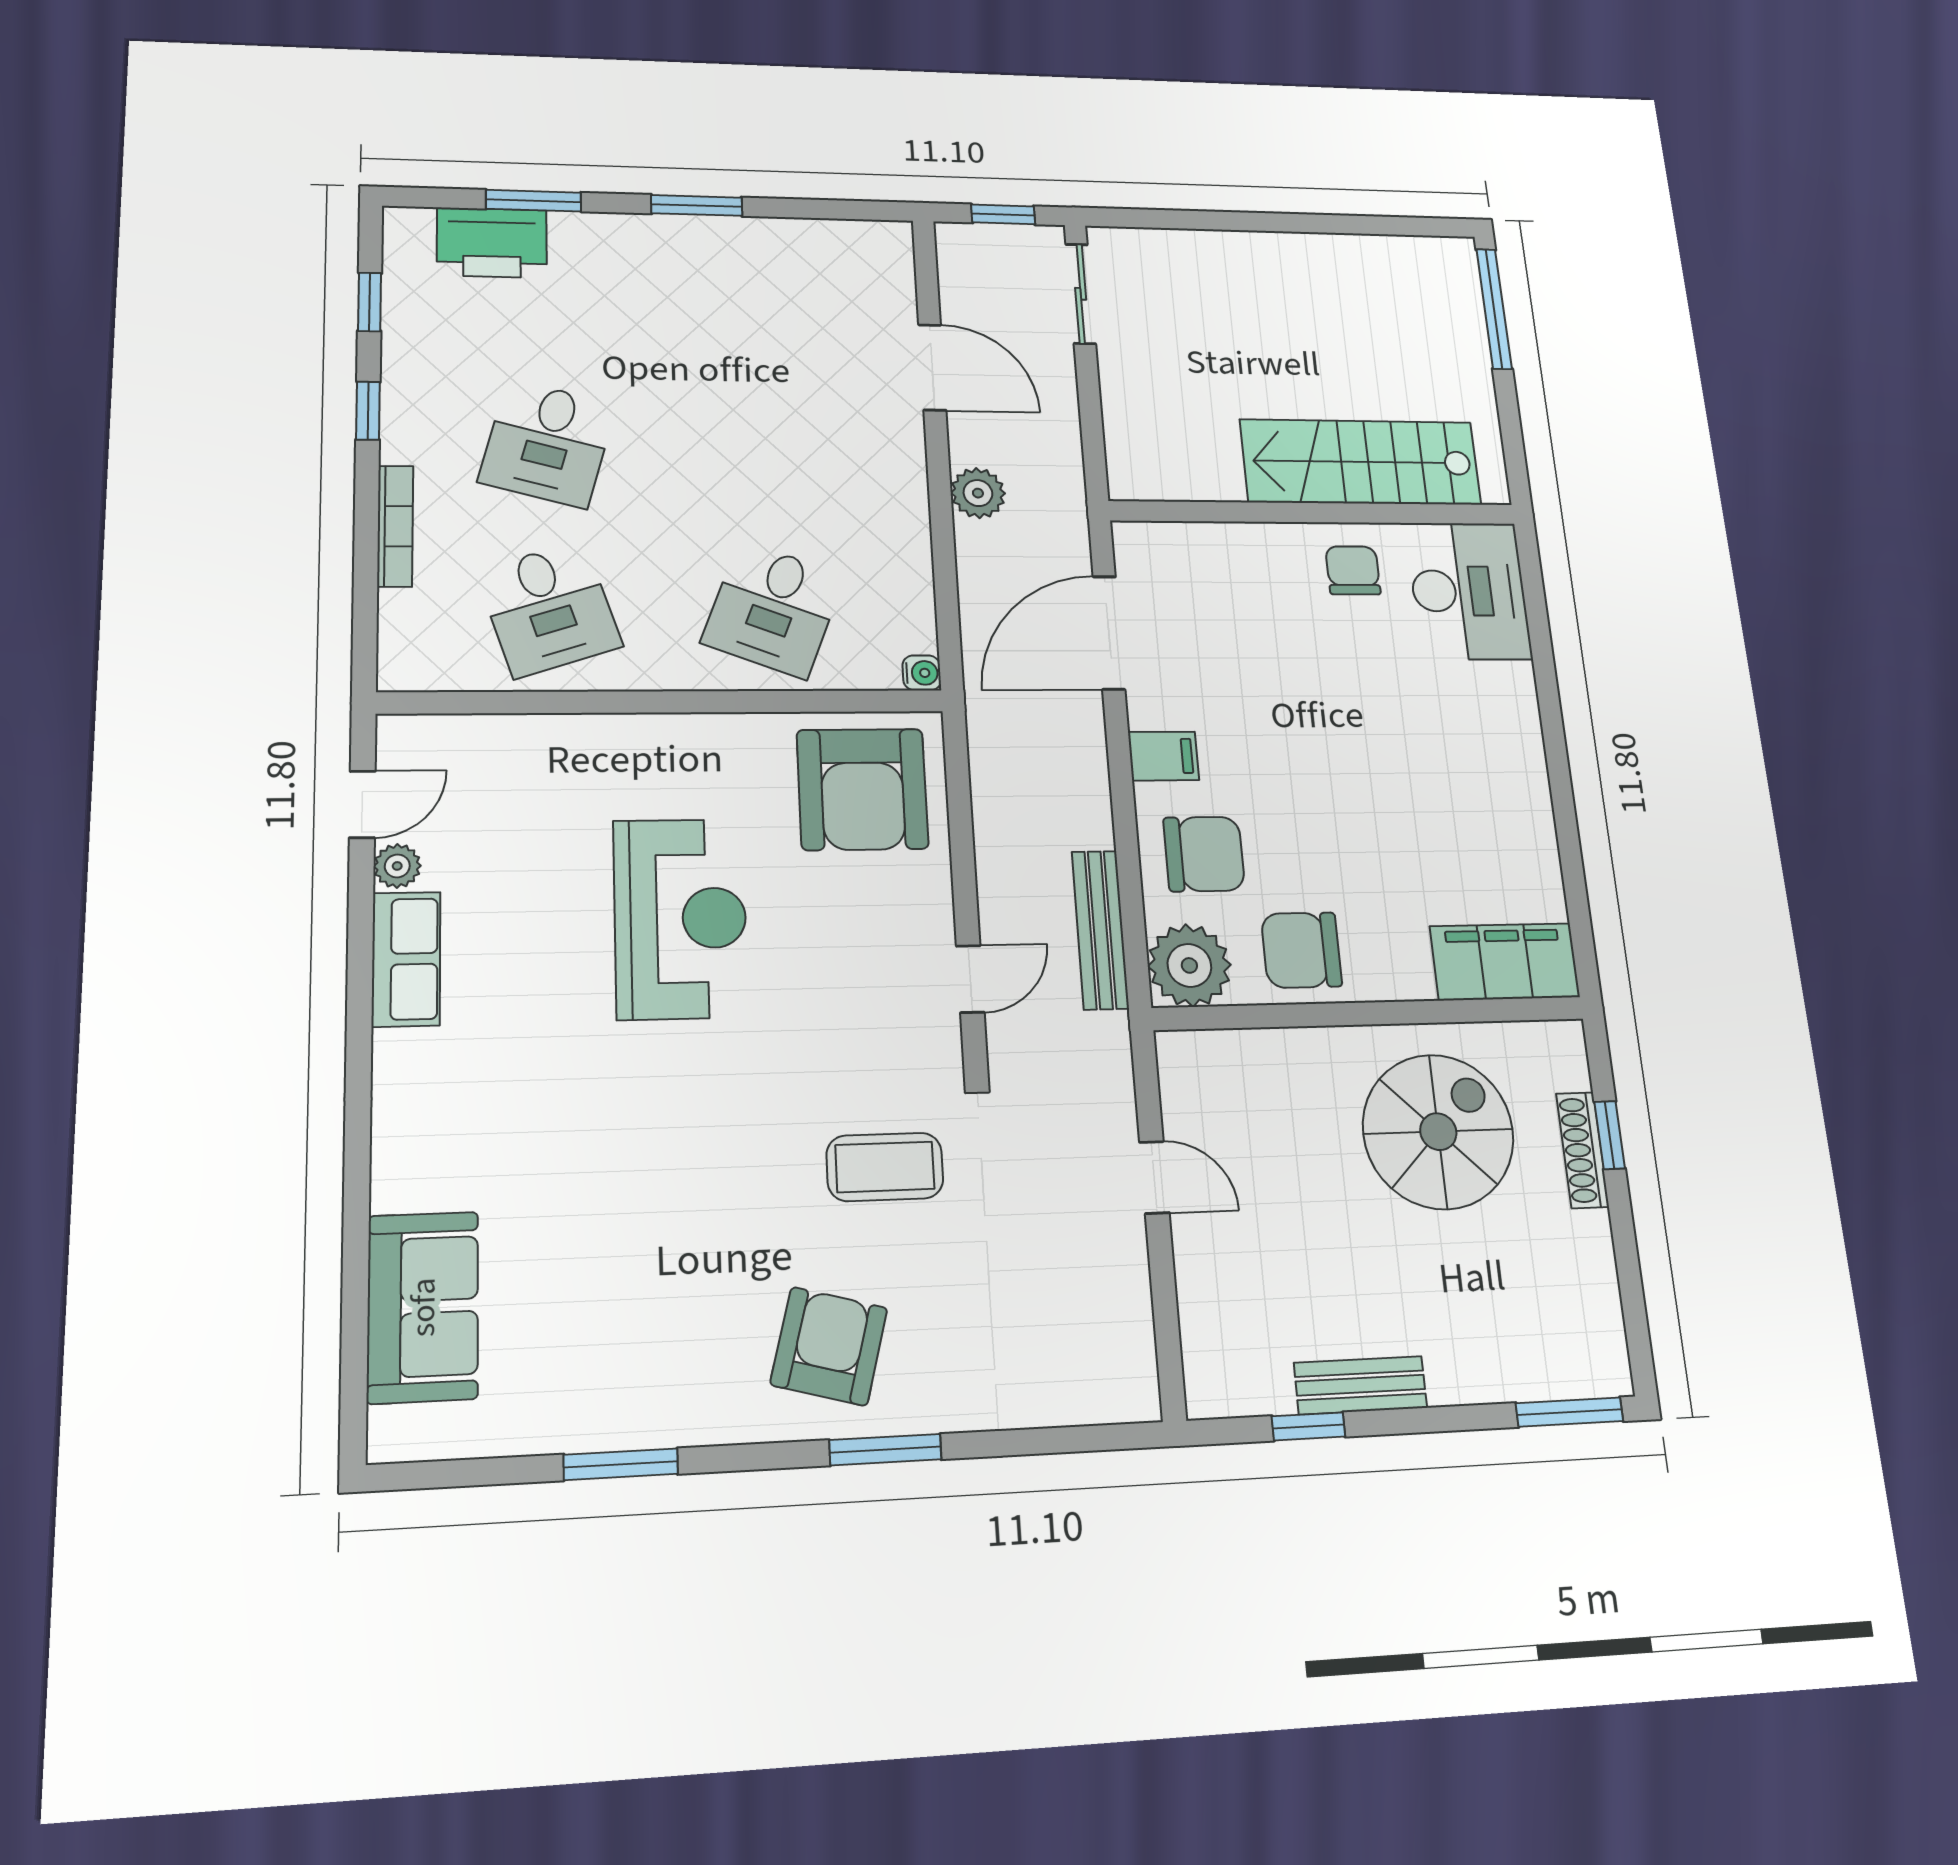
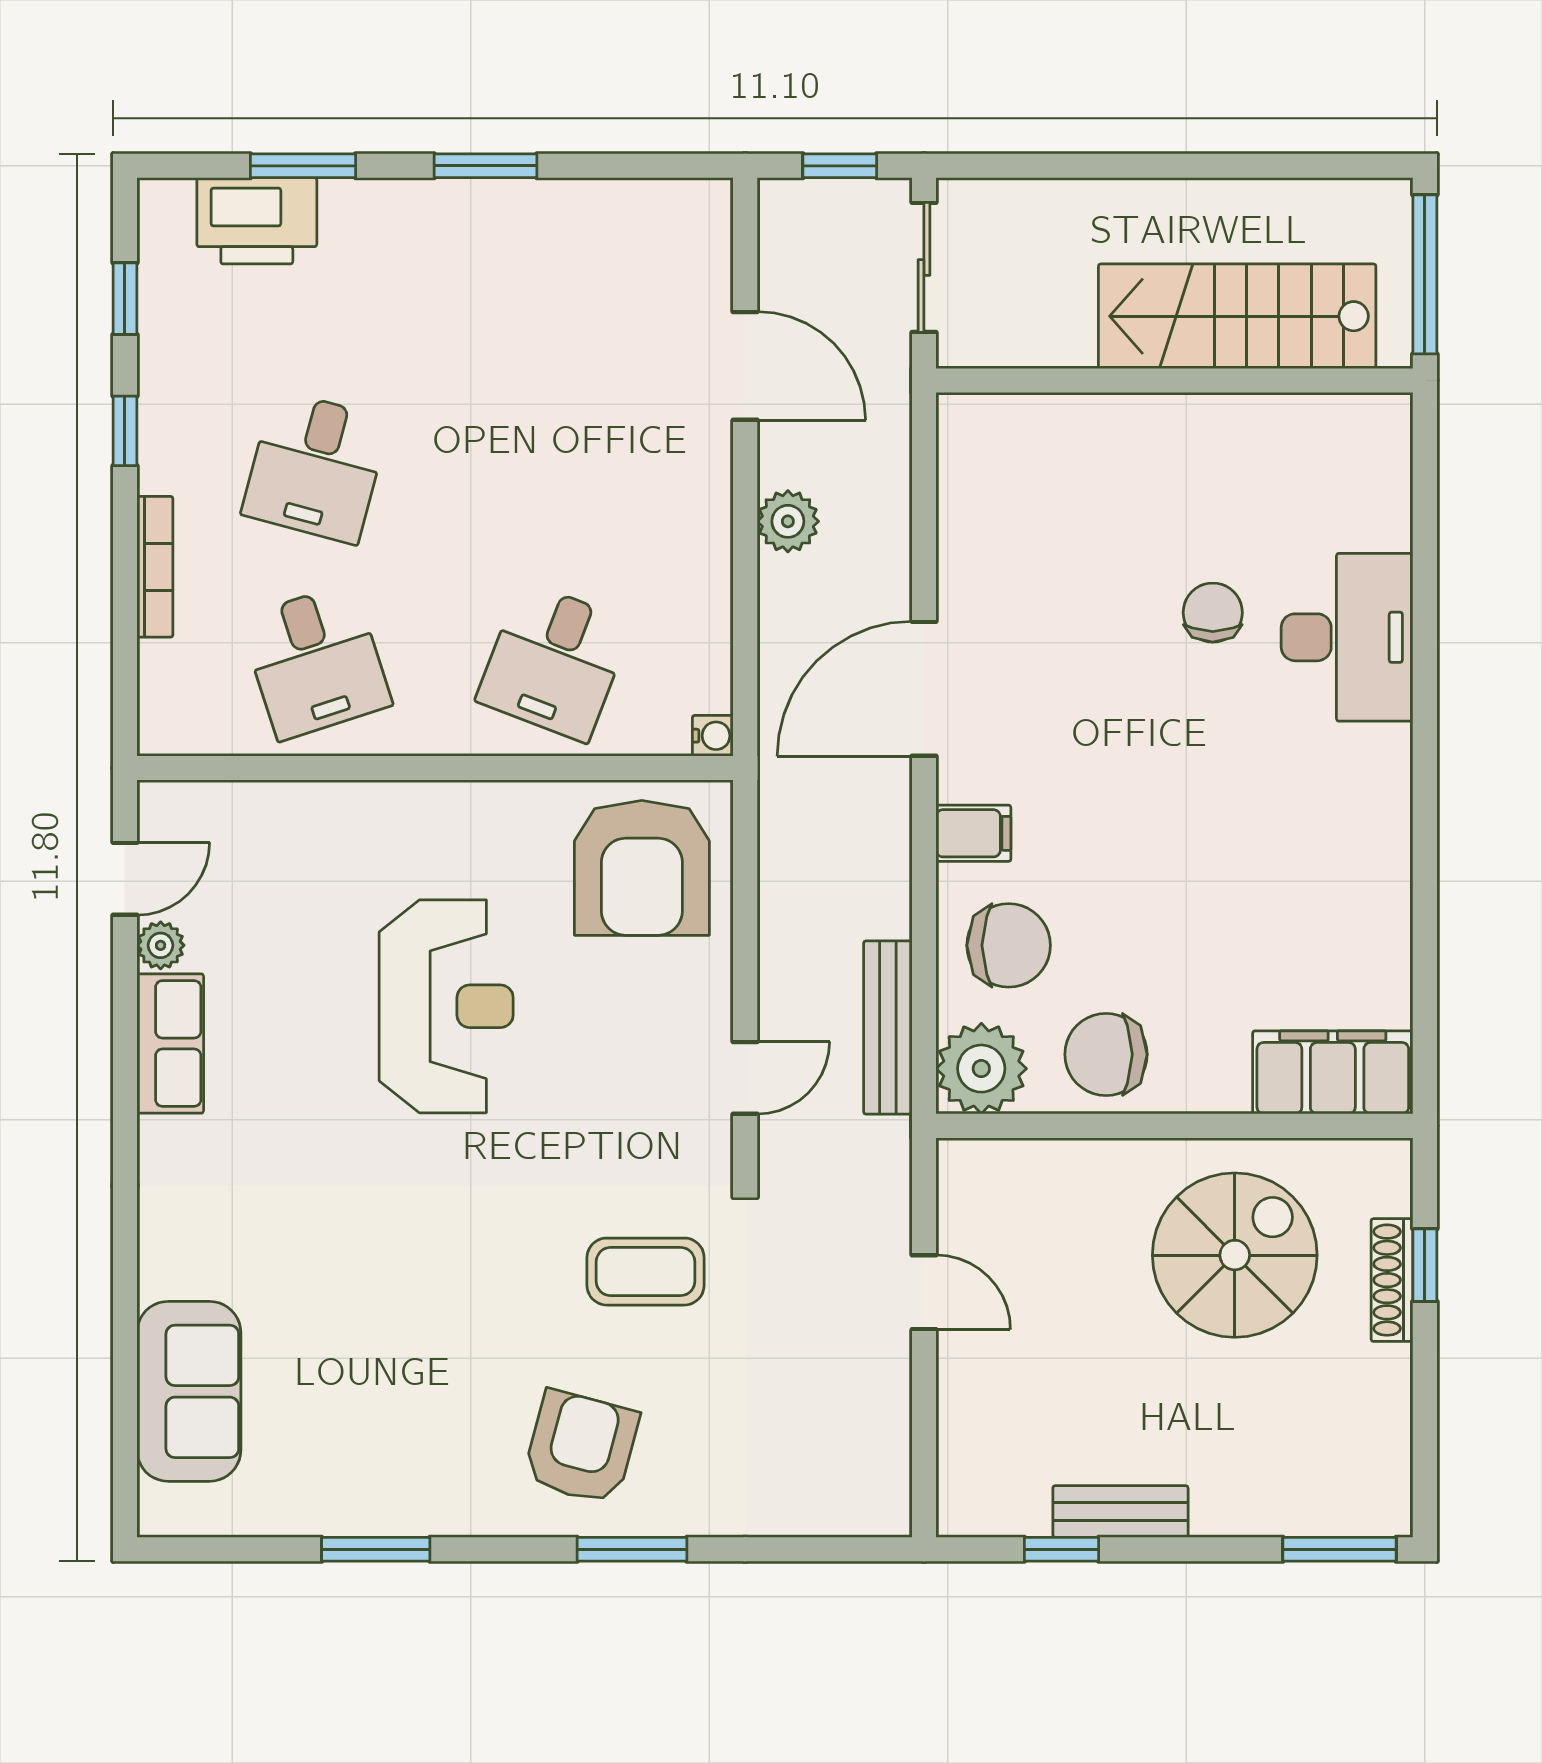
stairs: (1361, 462) -> (1237, 316), moved
wall: (1314, 513) -> (1174, 380), moved

